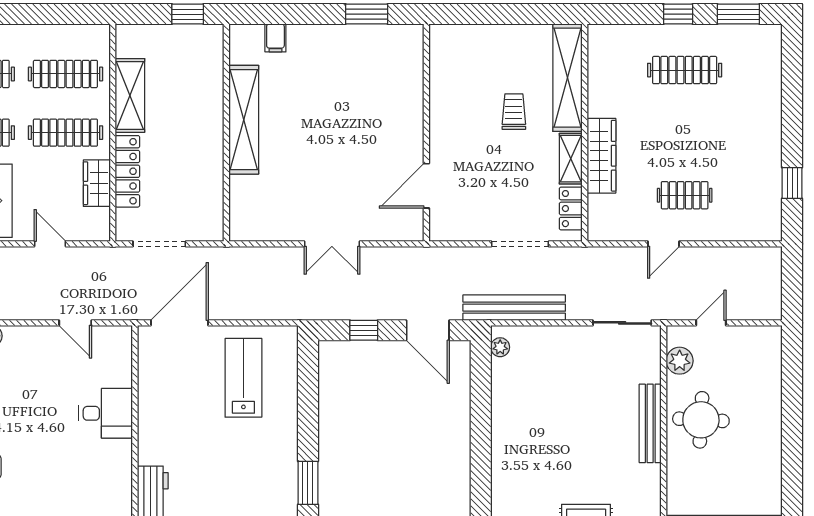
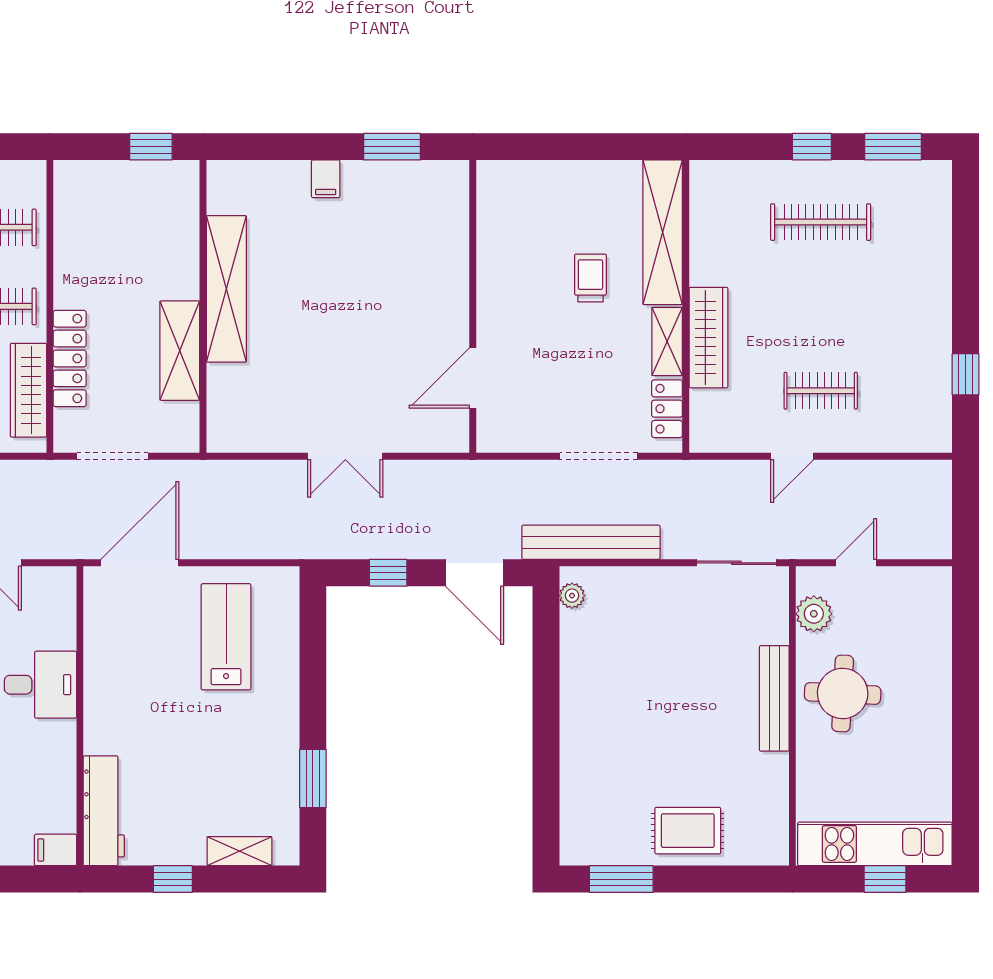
filing cabinet: (275, 38) -> (326, 179), moved
shelving: (130, 95) -> (180, 351), moved
wardrobe: (97, 183) -> (28, 390), width x1.50

